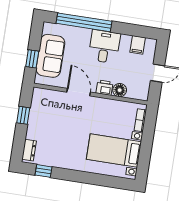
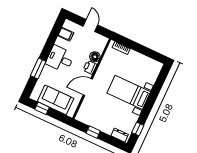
window: (84, 22) -> (38, 69), width x0.47
window: (32, 59) -> (42, 108), moved
bed with nightstands: (114, 151) -> (129, 92), moved, turned 90

